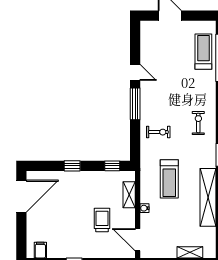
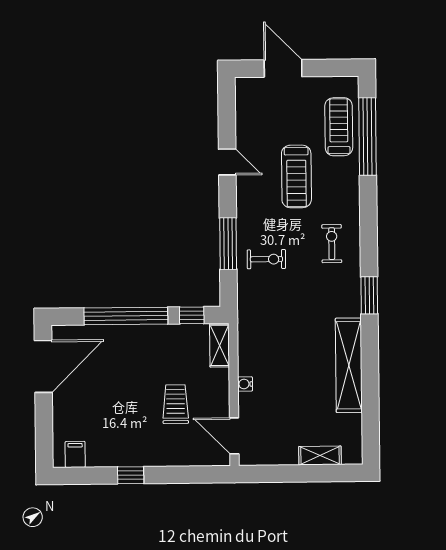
window: (135, 104) -> (228, 244), moved
window: (72, 166) -> (126, 316), width x3.17
treadmill: (169, 179) -> (296, 176), moved
shelving: (129, 195) -> (219, 346), moved

